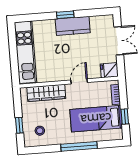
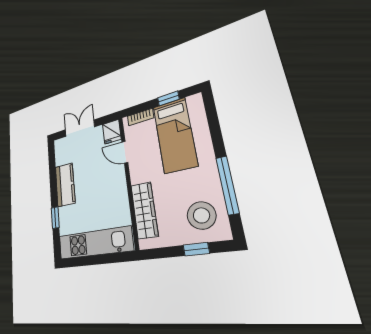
window: (65, 15) -> (55, 218), moved
door: (79, 81) -> (125, 152), moved
stool: (40, 131) -> (201, 215), width x1.89, depth x1.89
window: (79, 146) -> (227, 185), moved

